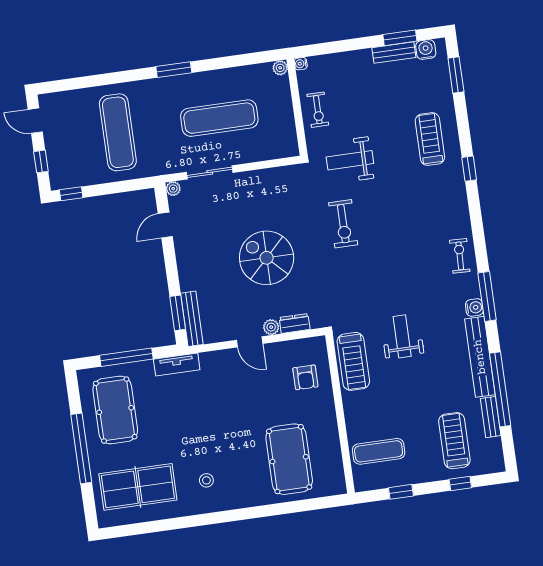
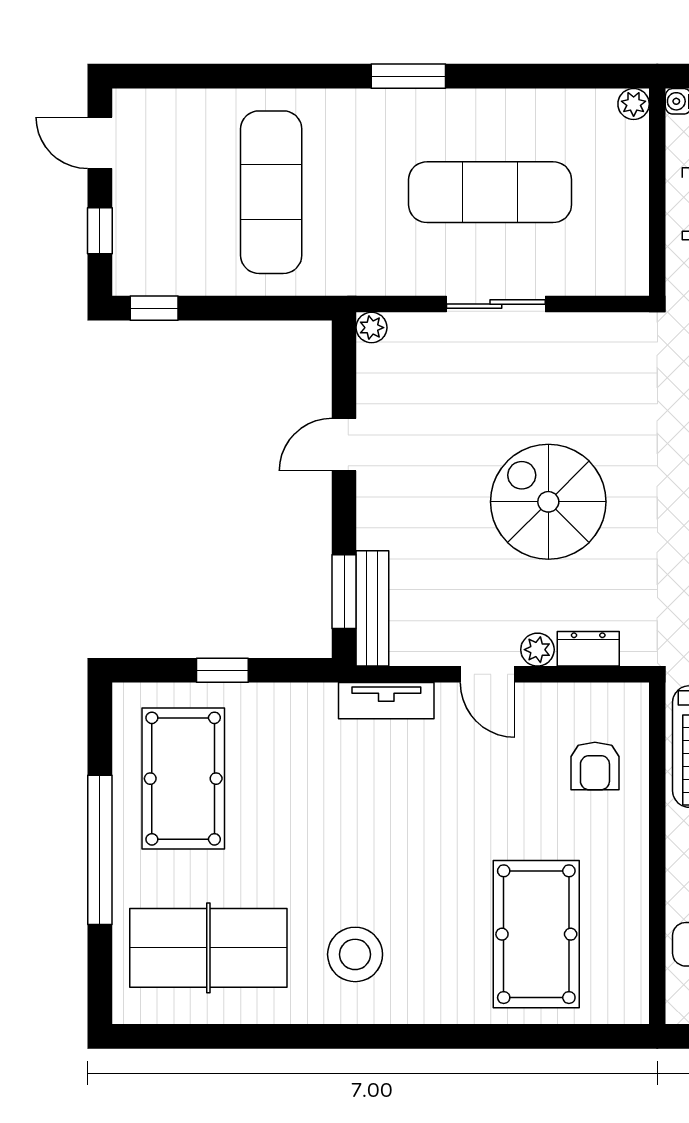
sliding door: (210, 172) -> (496, 304), moved
door: (165, 225) -> (344, 445), moved
window: (126, 357) -> (222, 670), width x0.46
tv unit: (177, 365) -> (386, 701), moved
stool: (206, 480) -> (355, 954), width x1.89, depth x1.89

